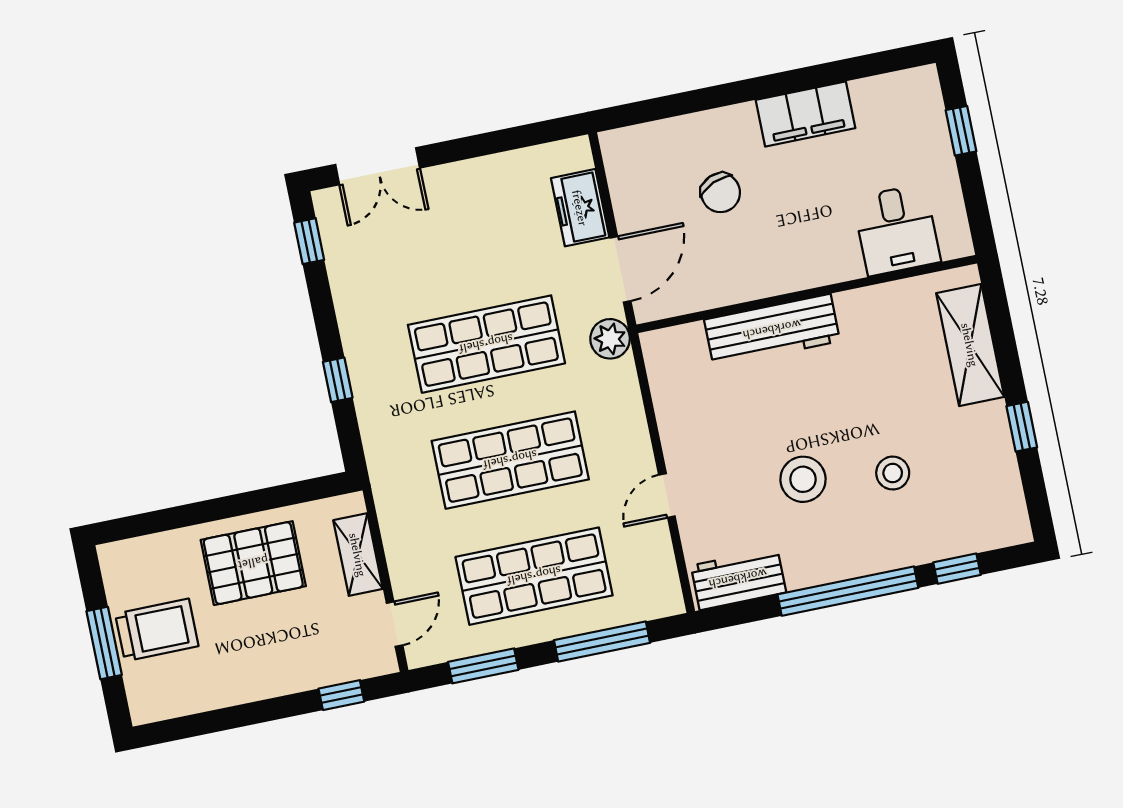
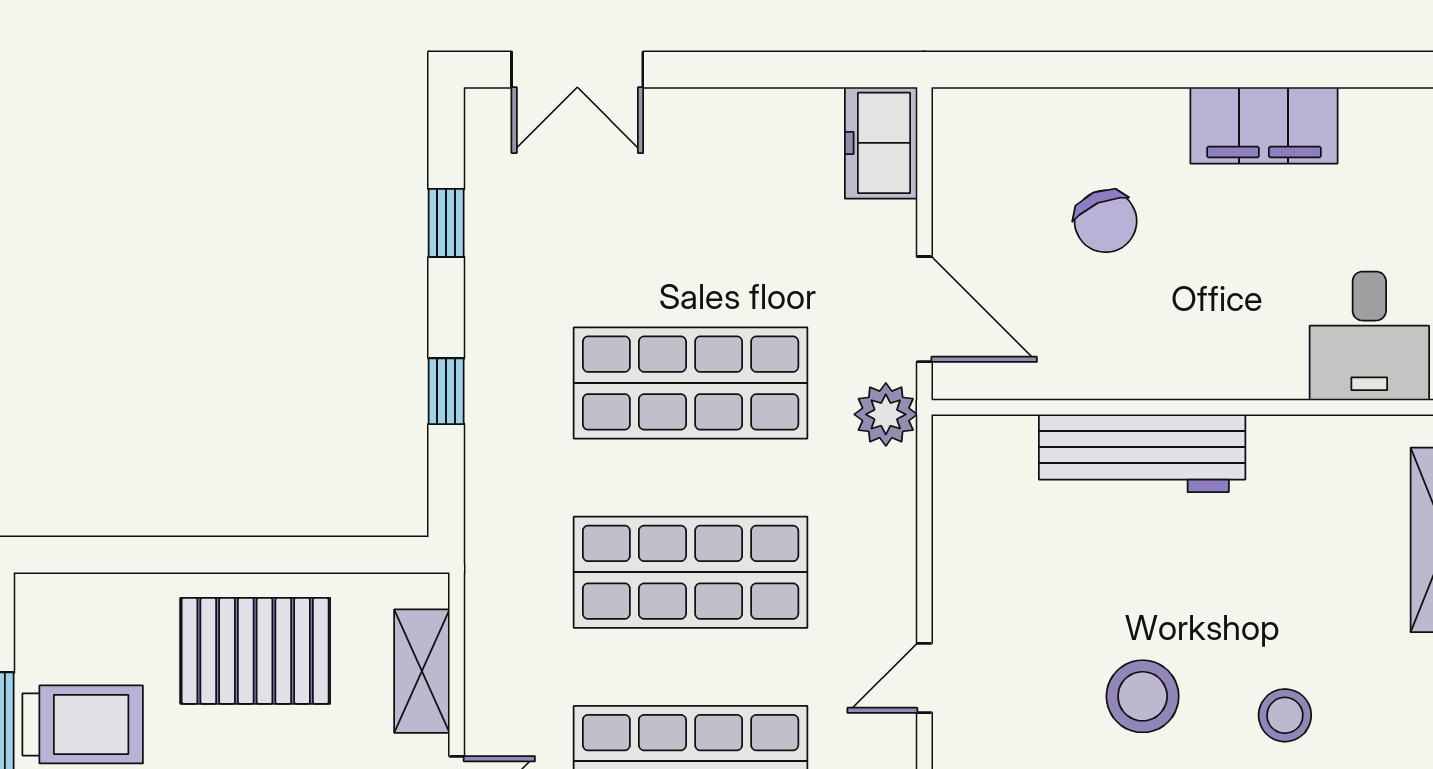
freezer: (580, 208) -> (881, 143), moved
window: (309, 241) -> (446, 223), moved
door: (621, 269) -> (924, 309), hinge flipped

